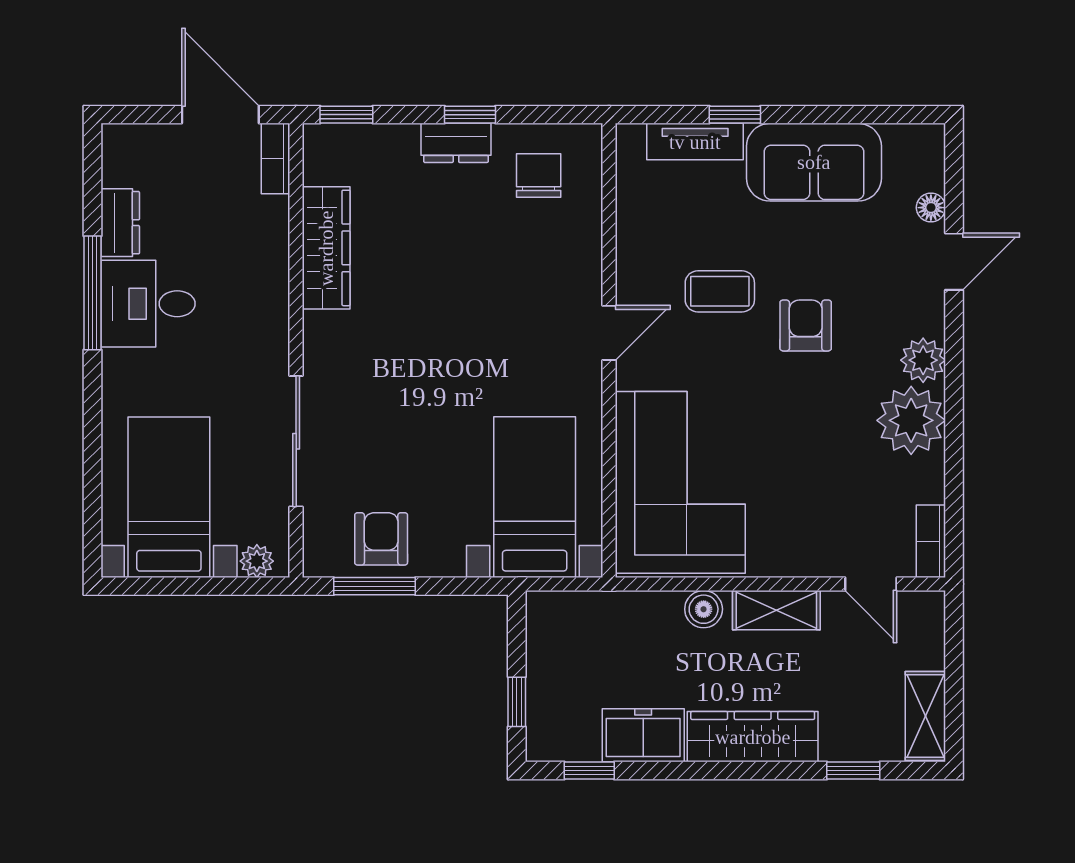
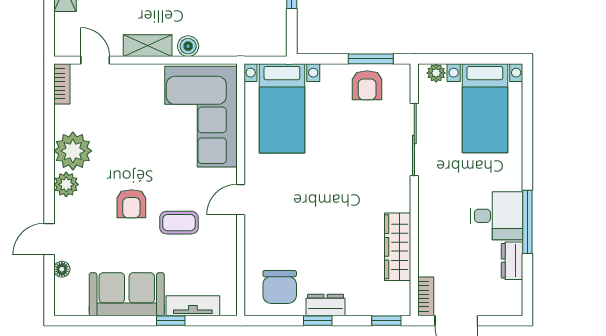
chair: (539, 176) -> (280, 287), width x1.37, depth x1.37

